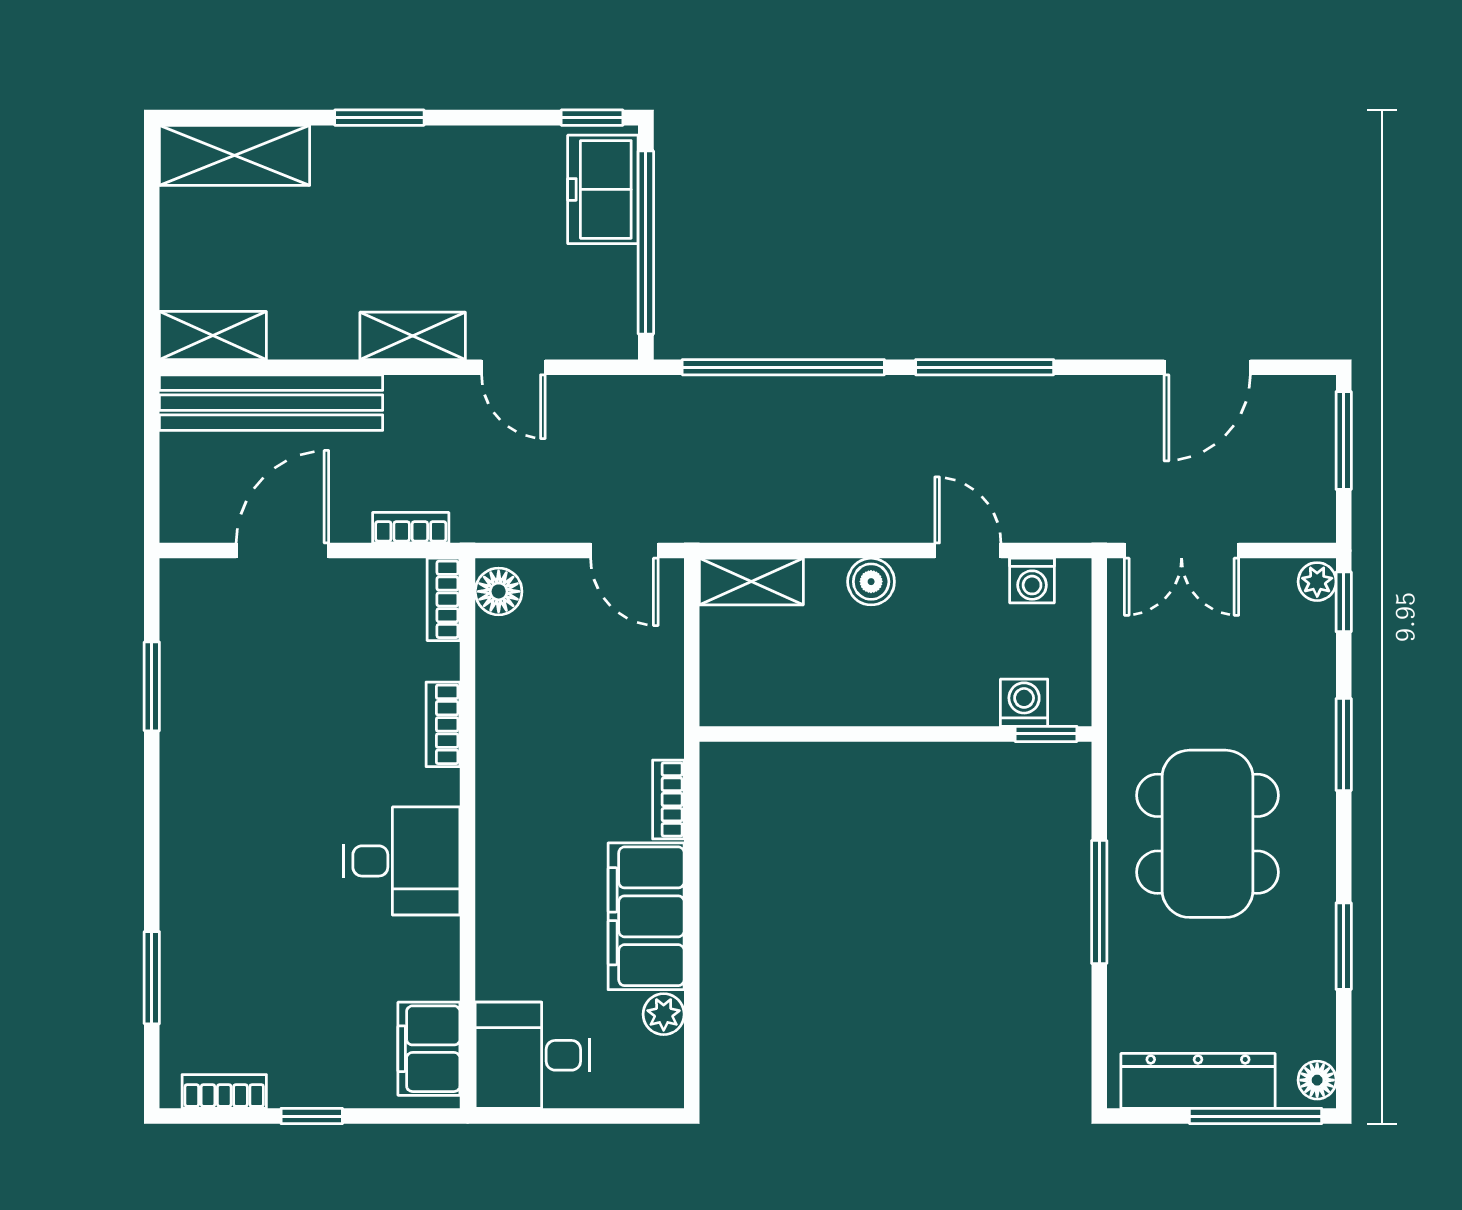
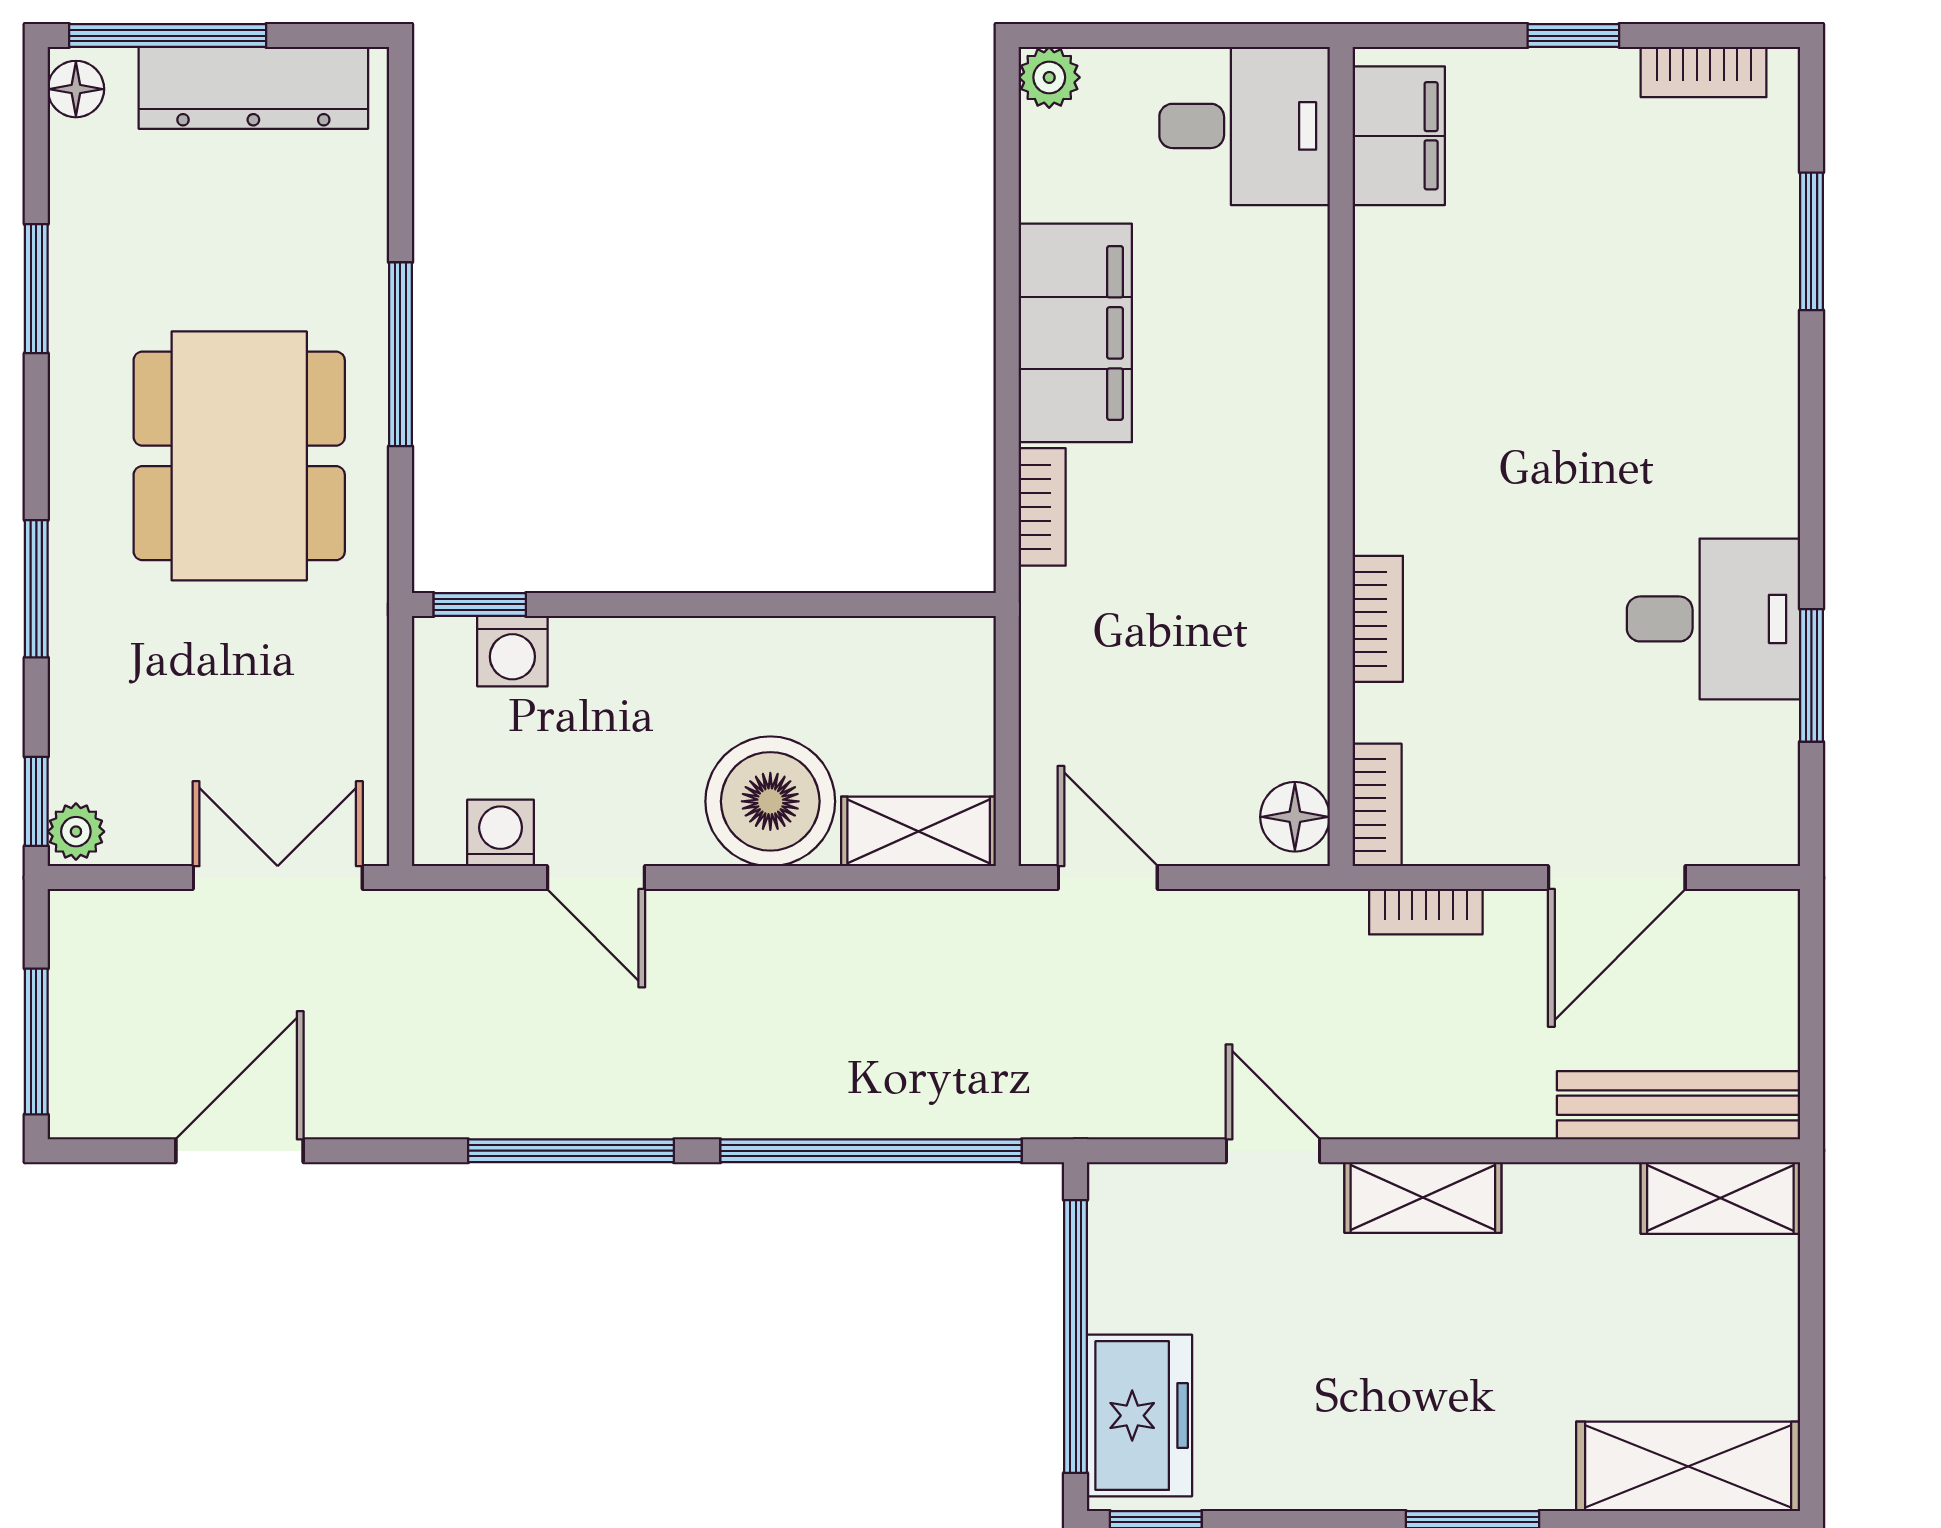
bench: (271, 403) -> (1678, 1105), width x0.73, depth x0.82
boiler: (871, 582) -> (770, 801), width x1.86, depth x1.86
desk: (402, 861) -> (1713, 619), moved, turned 180
plant: (664, 1014) -> (1049, 77), moved

